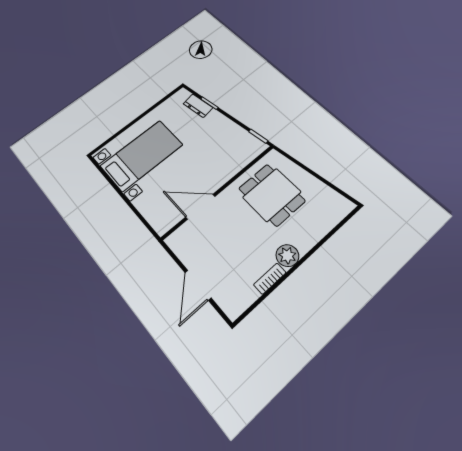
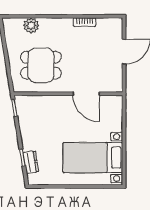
dining table: (272, 195) -> (41, 65), turned 90
plant: (287, 256) -> (31, 25), moved

